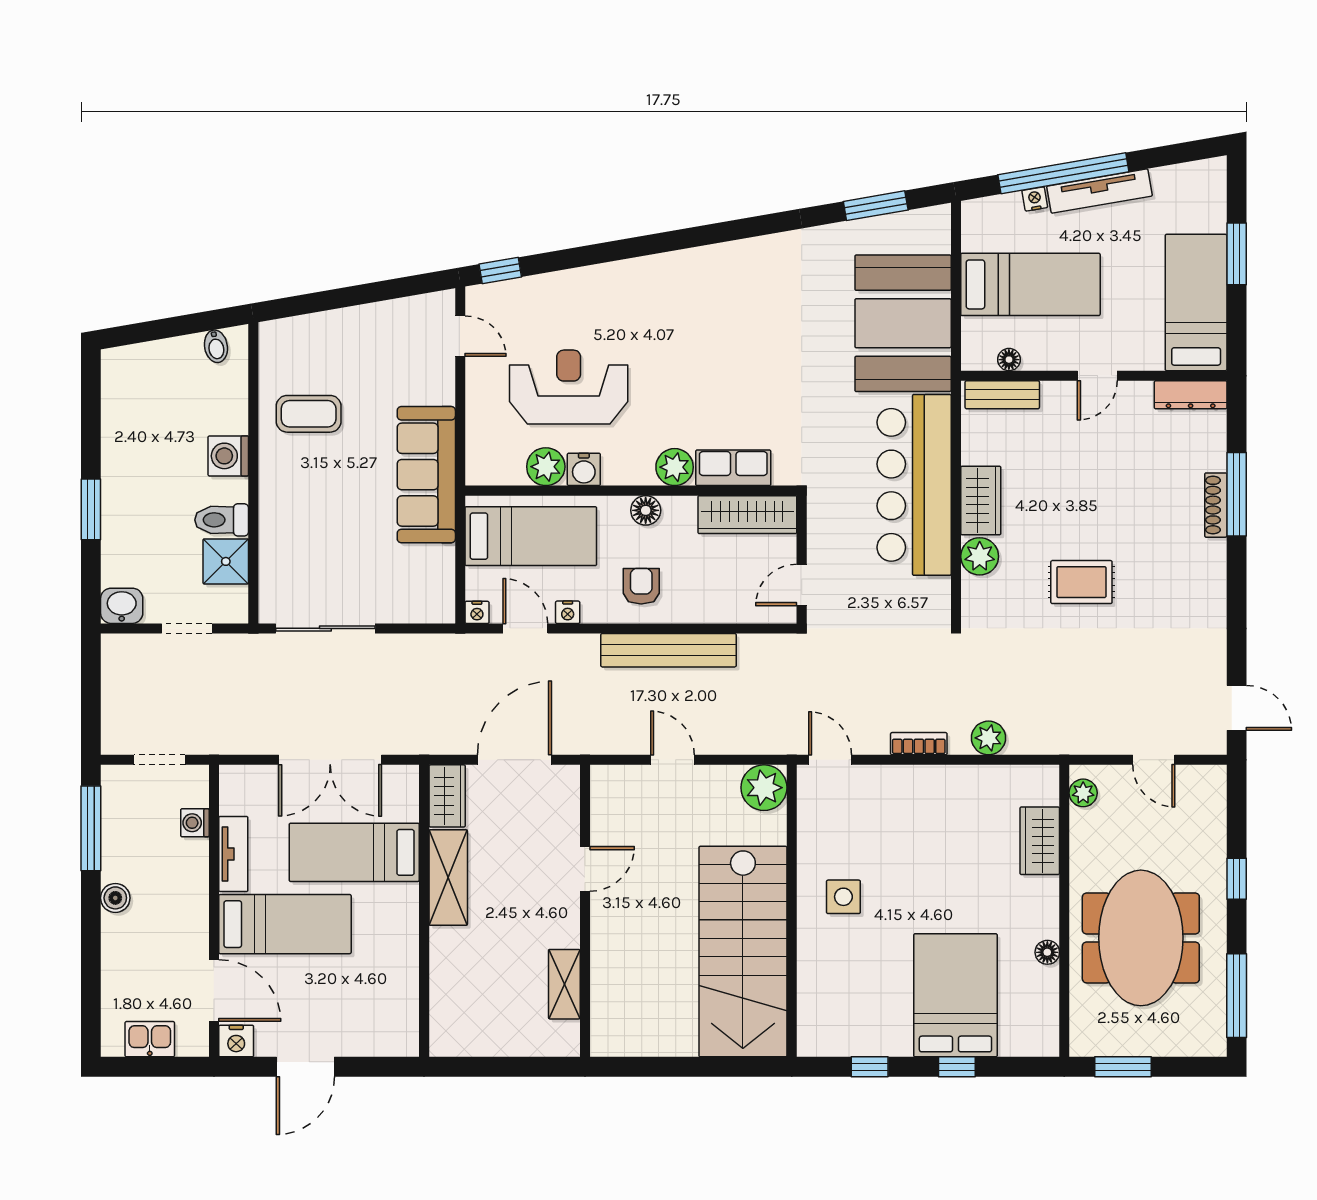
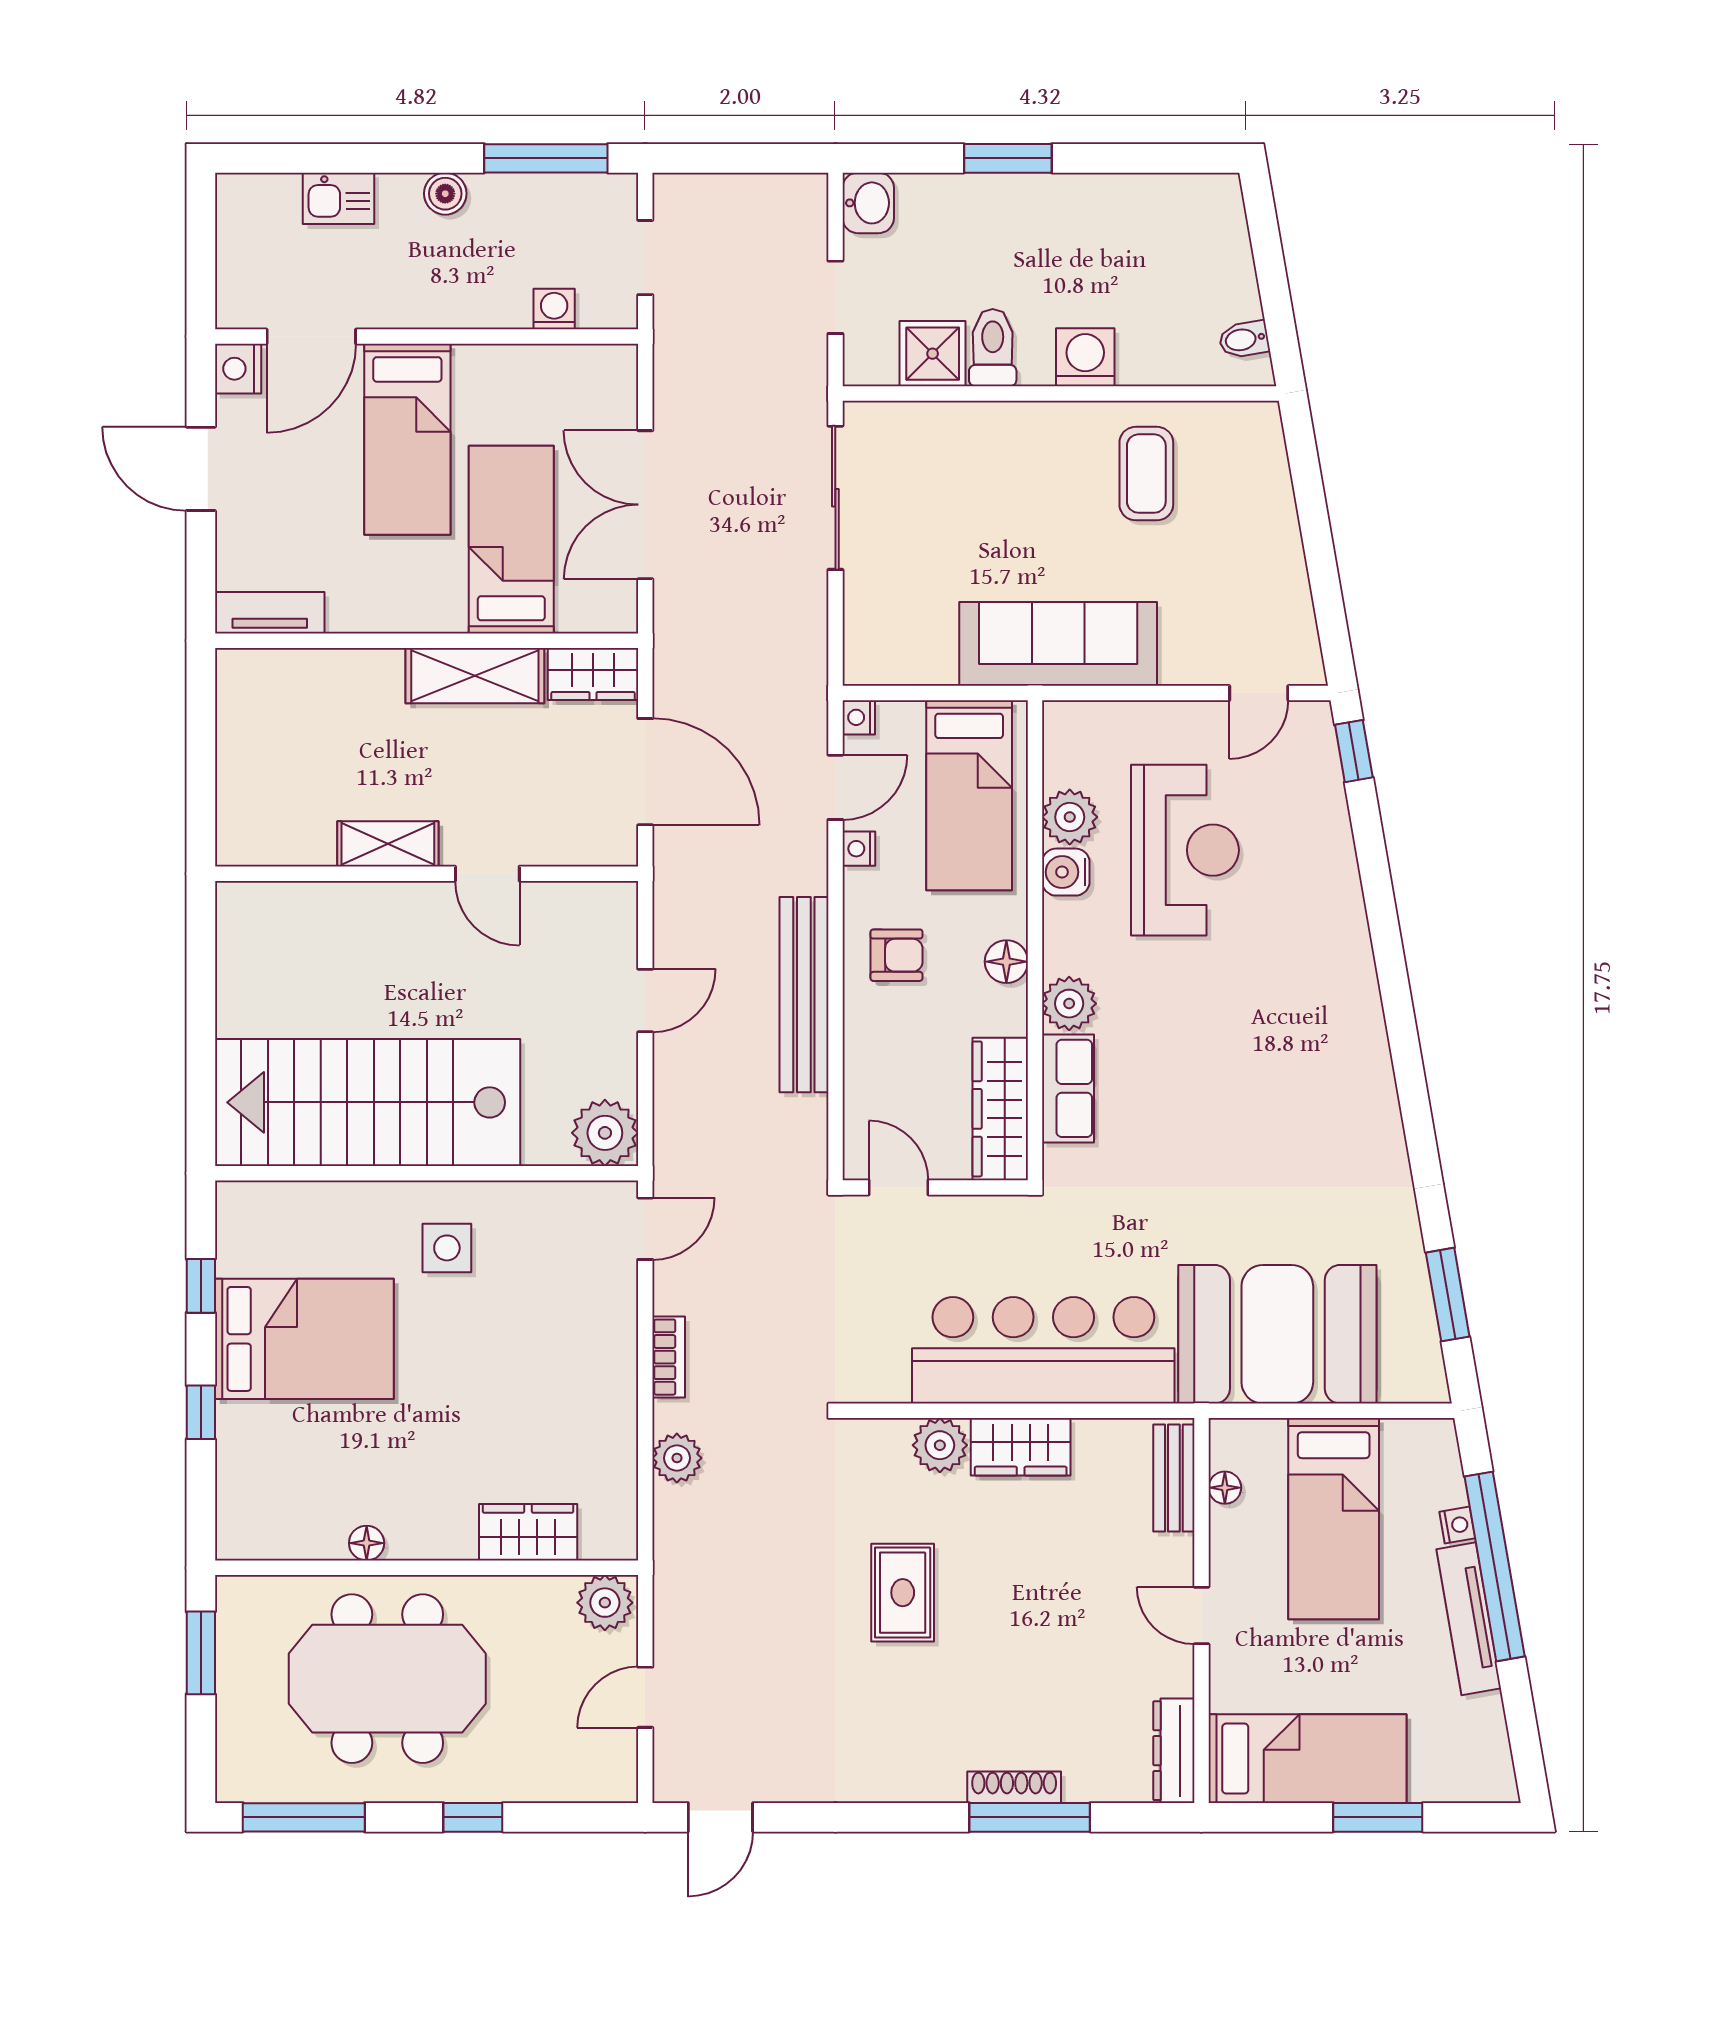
plant: (1083, 793) -> (605, 1603), width x1.38, depth x1.38
tv unit: (233, 854) -> (270, 613), moved, turned 180
shelving: (564, 984) -> (388, 844), moved
bed: (955, 995) -> (304, 1339), moved
kitchen sink: (150, 1039) -> (339, 198), moved, turned 90

